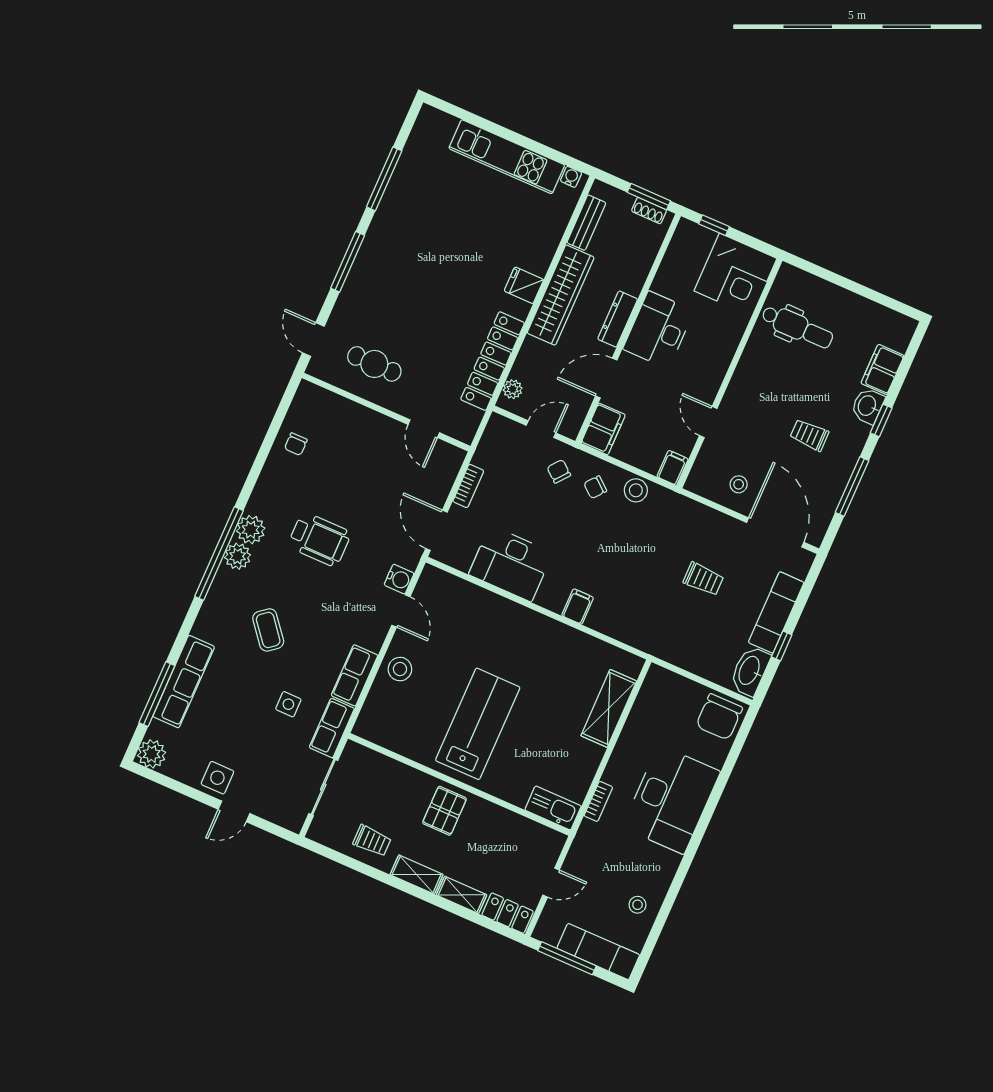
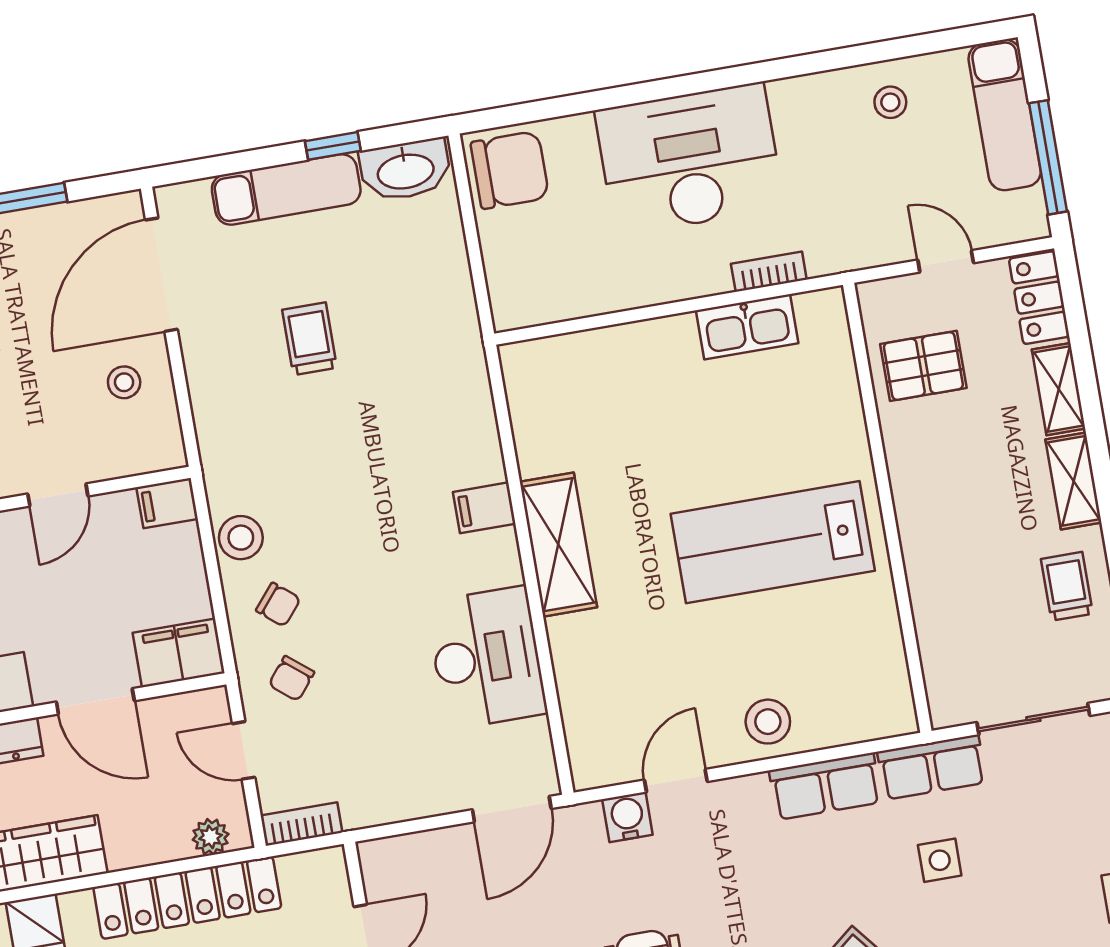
bookcase: (468, 486) -> (301, 824), moved
shelving: (609, 708) -> (558, 545), moved, turned 90
kitchen sink: (553, 808) -> (747, 327), moved, turned -90
pallet: (445, 811) -> (923, 366), moved

